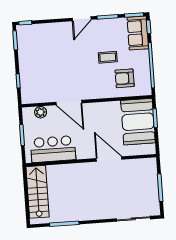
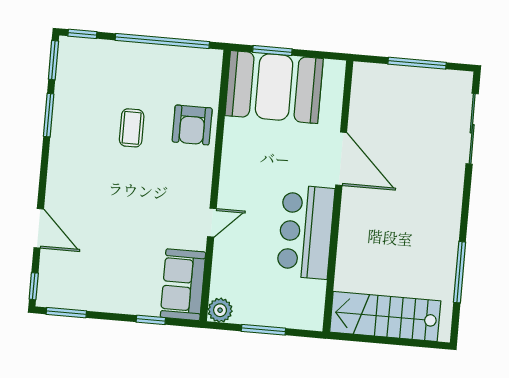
door: (82, 19) -> (39, 228), moved
sofa: (138, 33) -> (183, 285), moved, turned 90
armchair: (125, 78) -> (192, 125), moved
door: (69, 103) -> (212, 223), width x0.53
plant: (41, 112) -> (220, 310), moved
bar counter: (53, 149) -> (306, 232), moved
door: (109, 159) -> (341, 159), swing flipped

